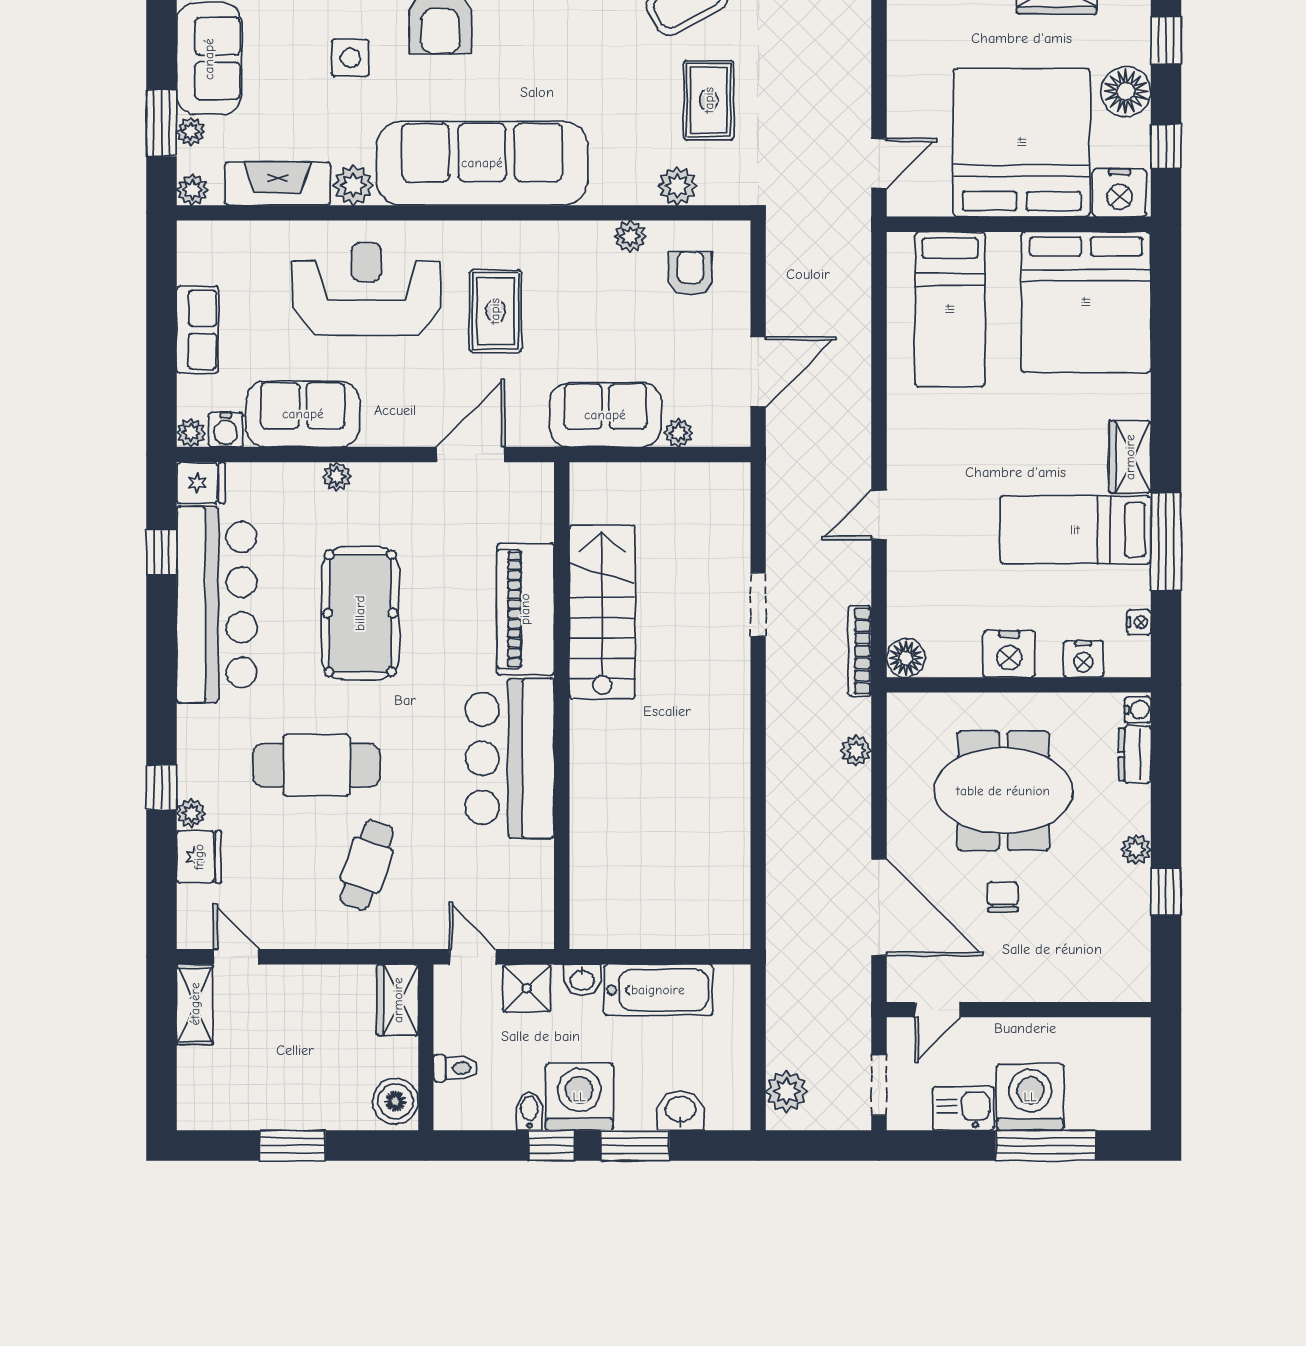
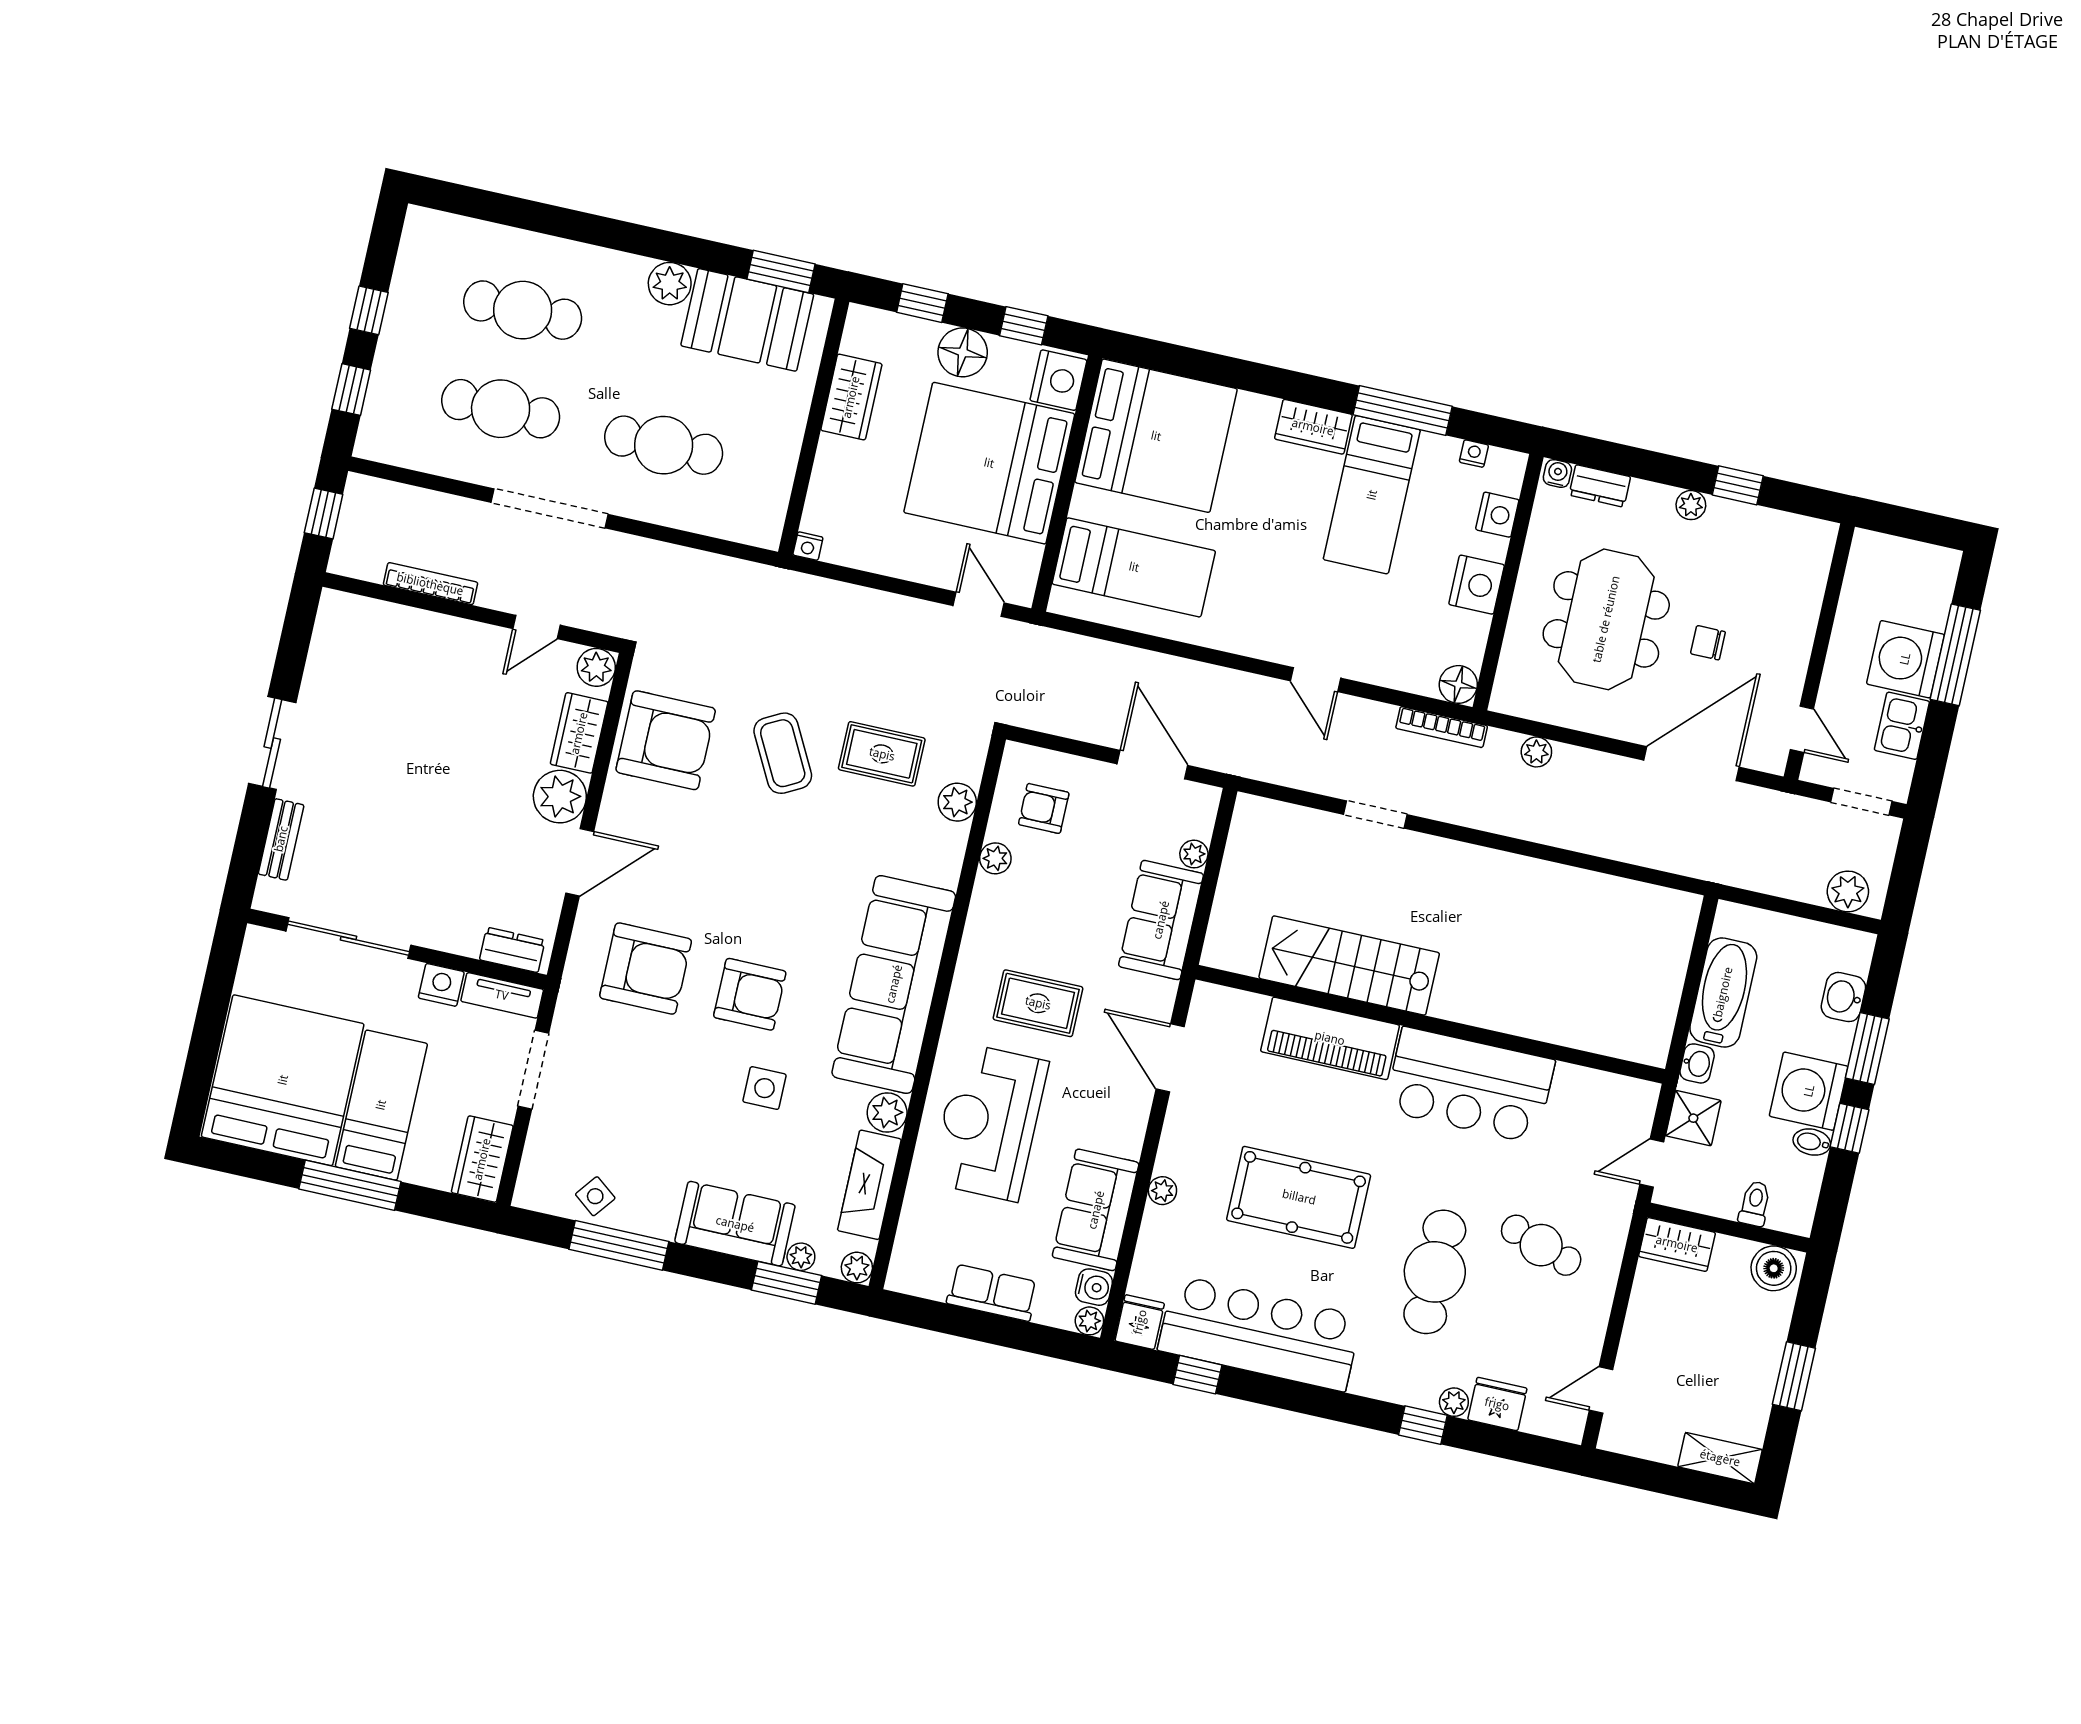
shelving: (195, 1004) -> (1720, 1458), moved

